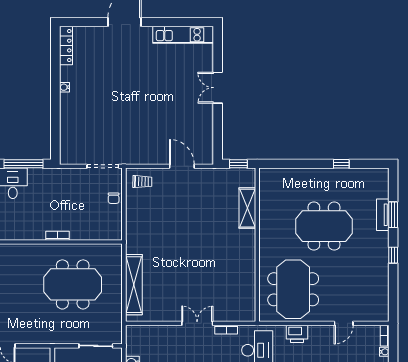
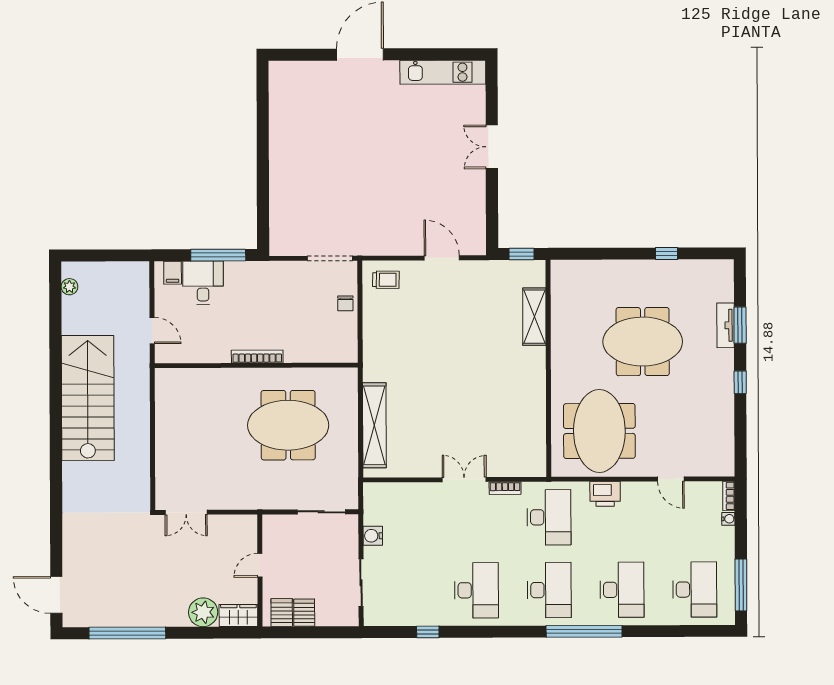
locker: (66, 46) -> (278, 88), removed
water cooler: (64, 87) -> (276, 147), removed
bookcase: (57, 236) -> (257, 357), width x1.56
door: (344, 323) -> (671, 479), hinge flipped

